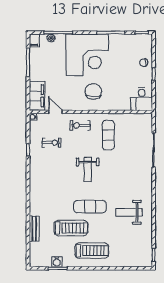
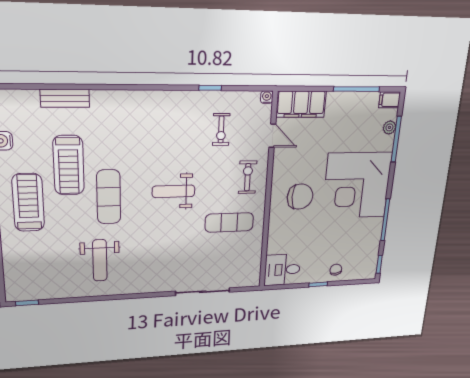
door: (55, 112) -> (272, 136), hinge flipped
weight bench: (129, 212) -> (100, 260), turned 180
treadmill: (92, 251) -> (28, 203), turned 180

